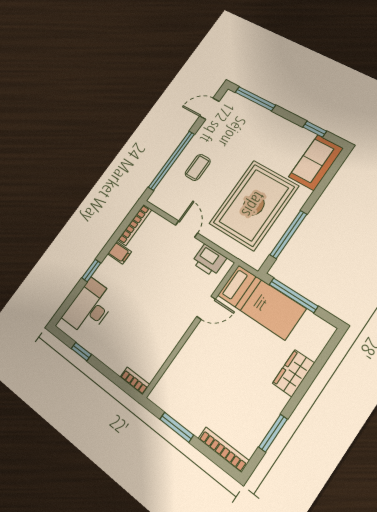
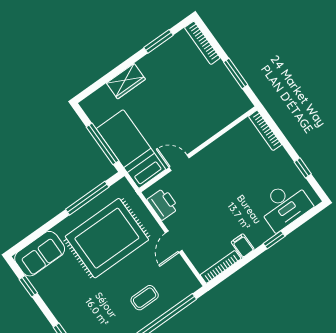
bookcase: (135, 381) -> (265, 130), width x1.56

